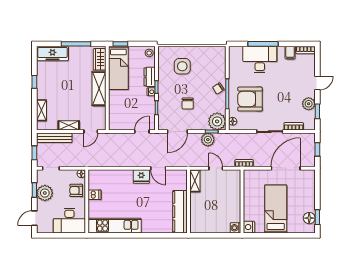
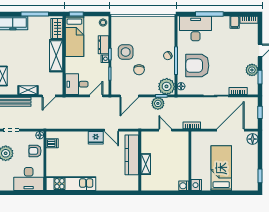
desk: (260, 59) -> (196, 29), moved
side table: (182, 66) -> (126, 52), moved
desk: (121, 119) -> (77, 84), added
shelving: (195, 181) -> (146, 164), moved
dishwasher: (95, 195) -> (52, 143), moved
kitchen counter: (180, 212) -> (132, 155), moved
floor lamp: (309, 218) -> (253, 139), moved

